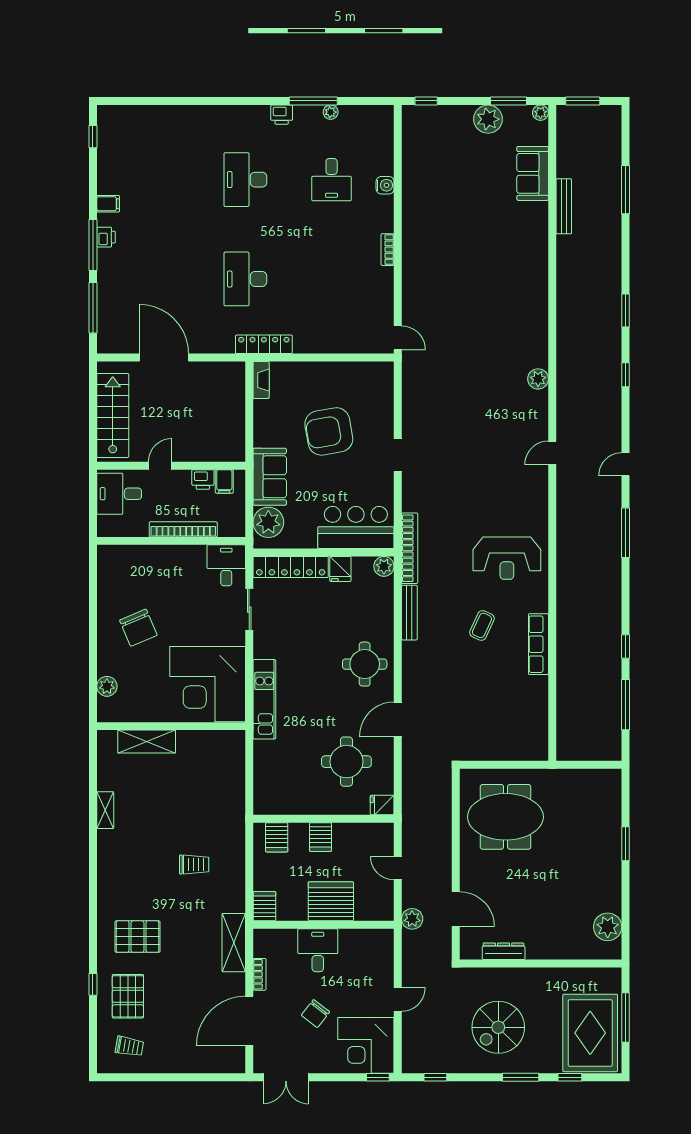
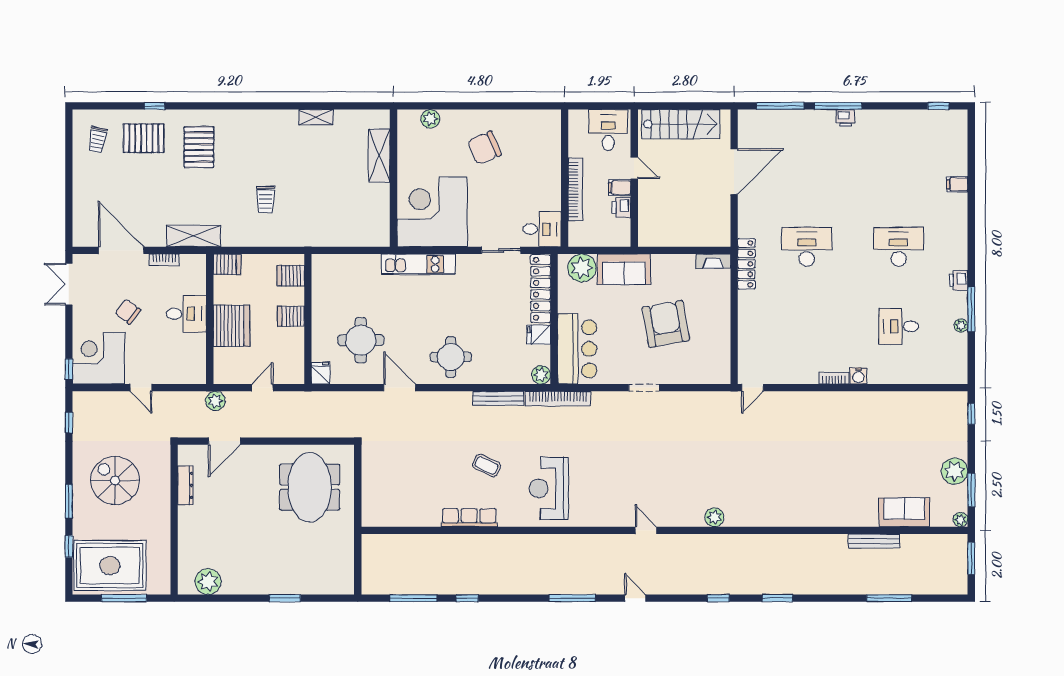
water cooler: (385, 185) -> (858, 376), moved
filing cabinet: (108, 204) -> (957, 184), moved, turned 90
filing cabinet: (224, 481) -> (620, 188), moved

